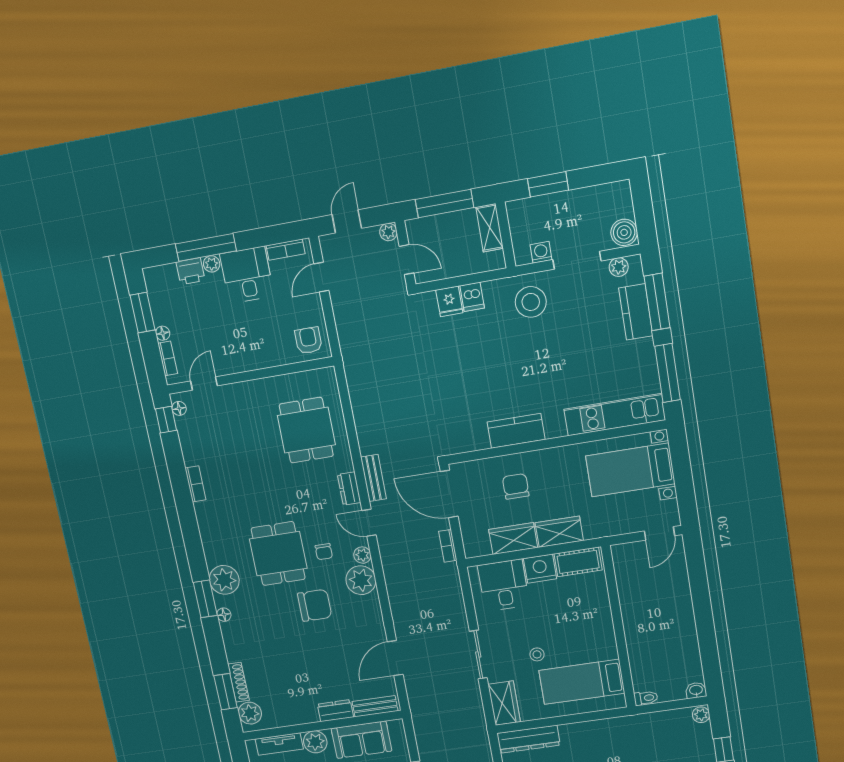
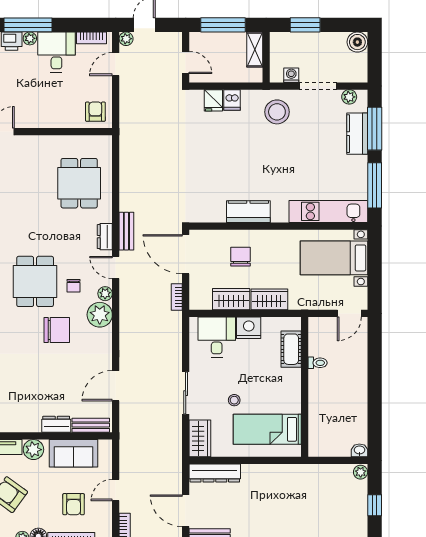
plant: (388, 232) -> (126, 39), moved
boiler: (624, 232) -> (357, 42), moved
cot: (578, 562) -> (291, 349), moved, turned 90
toilet: (646, 698) -> (318, 363), moved

